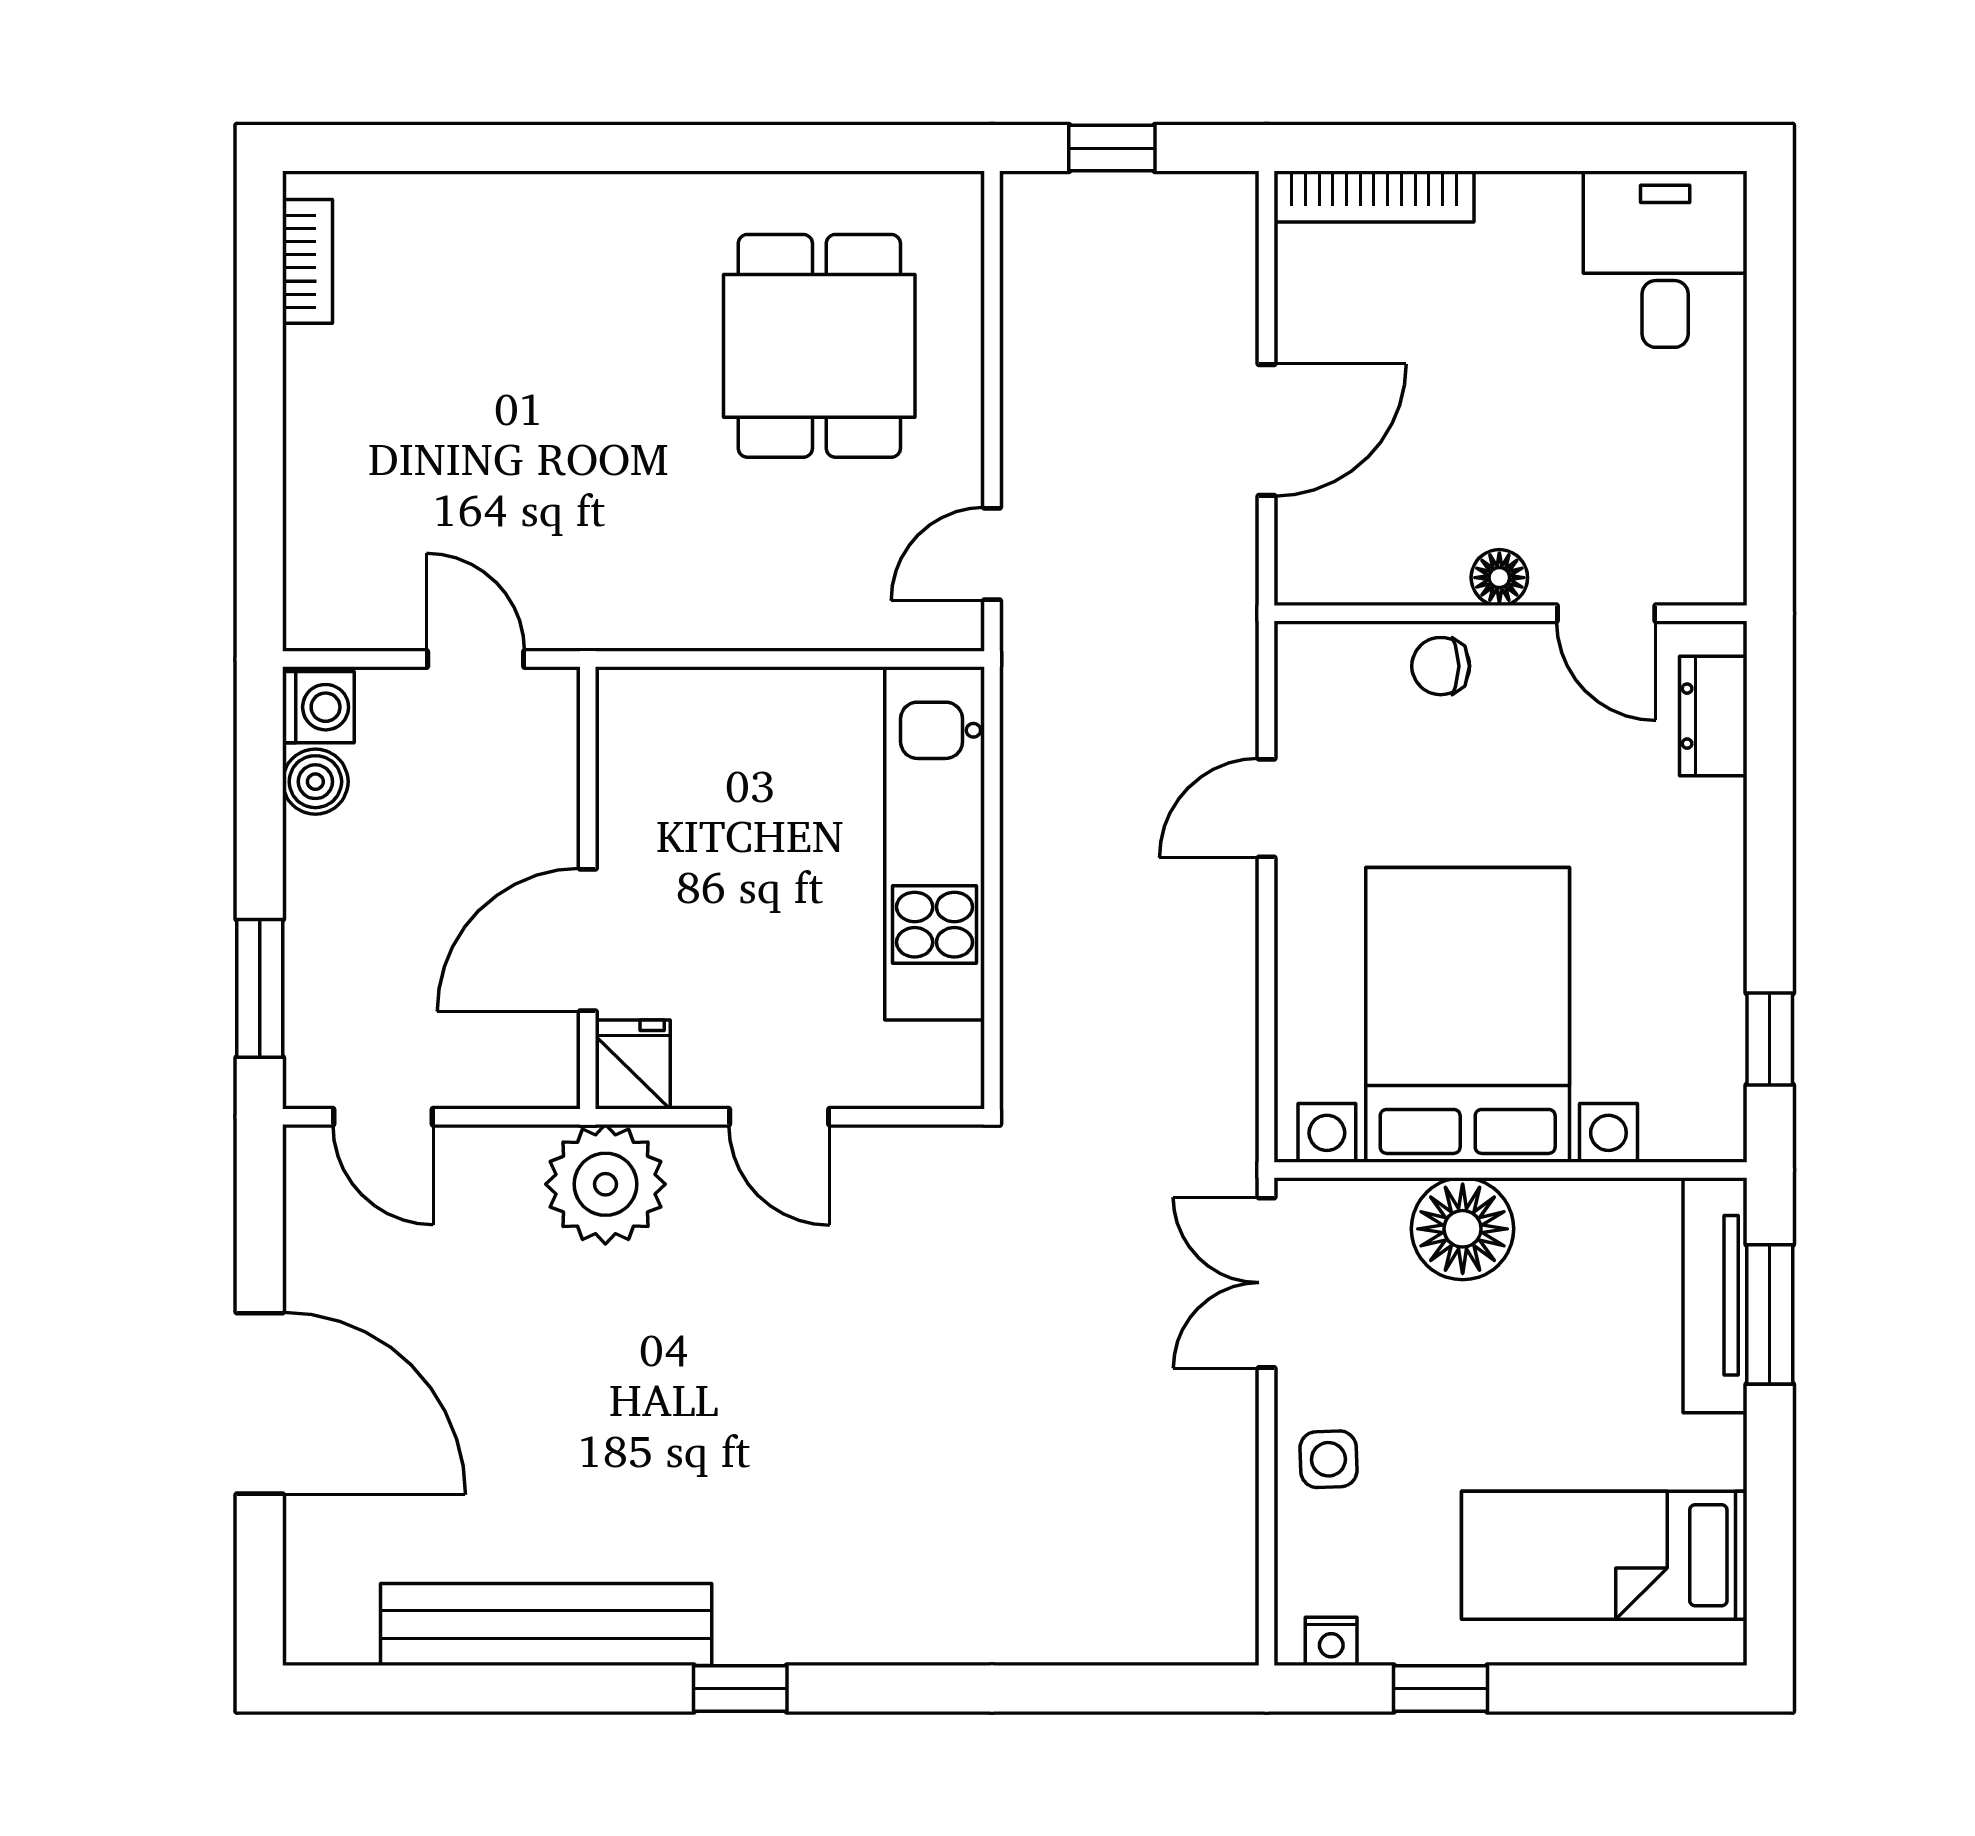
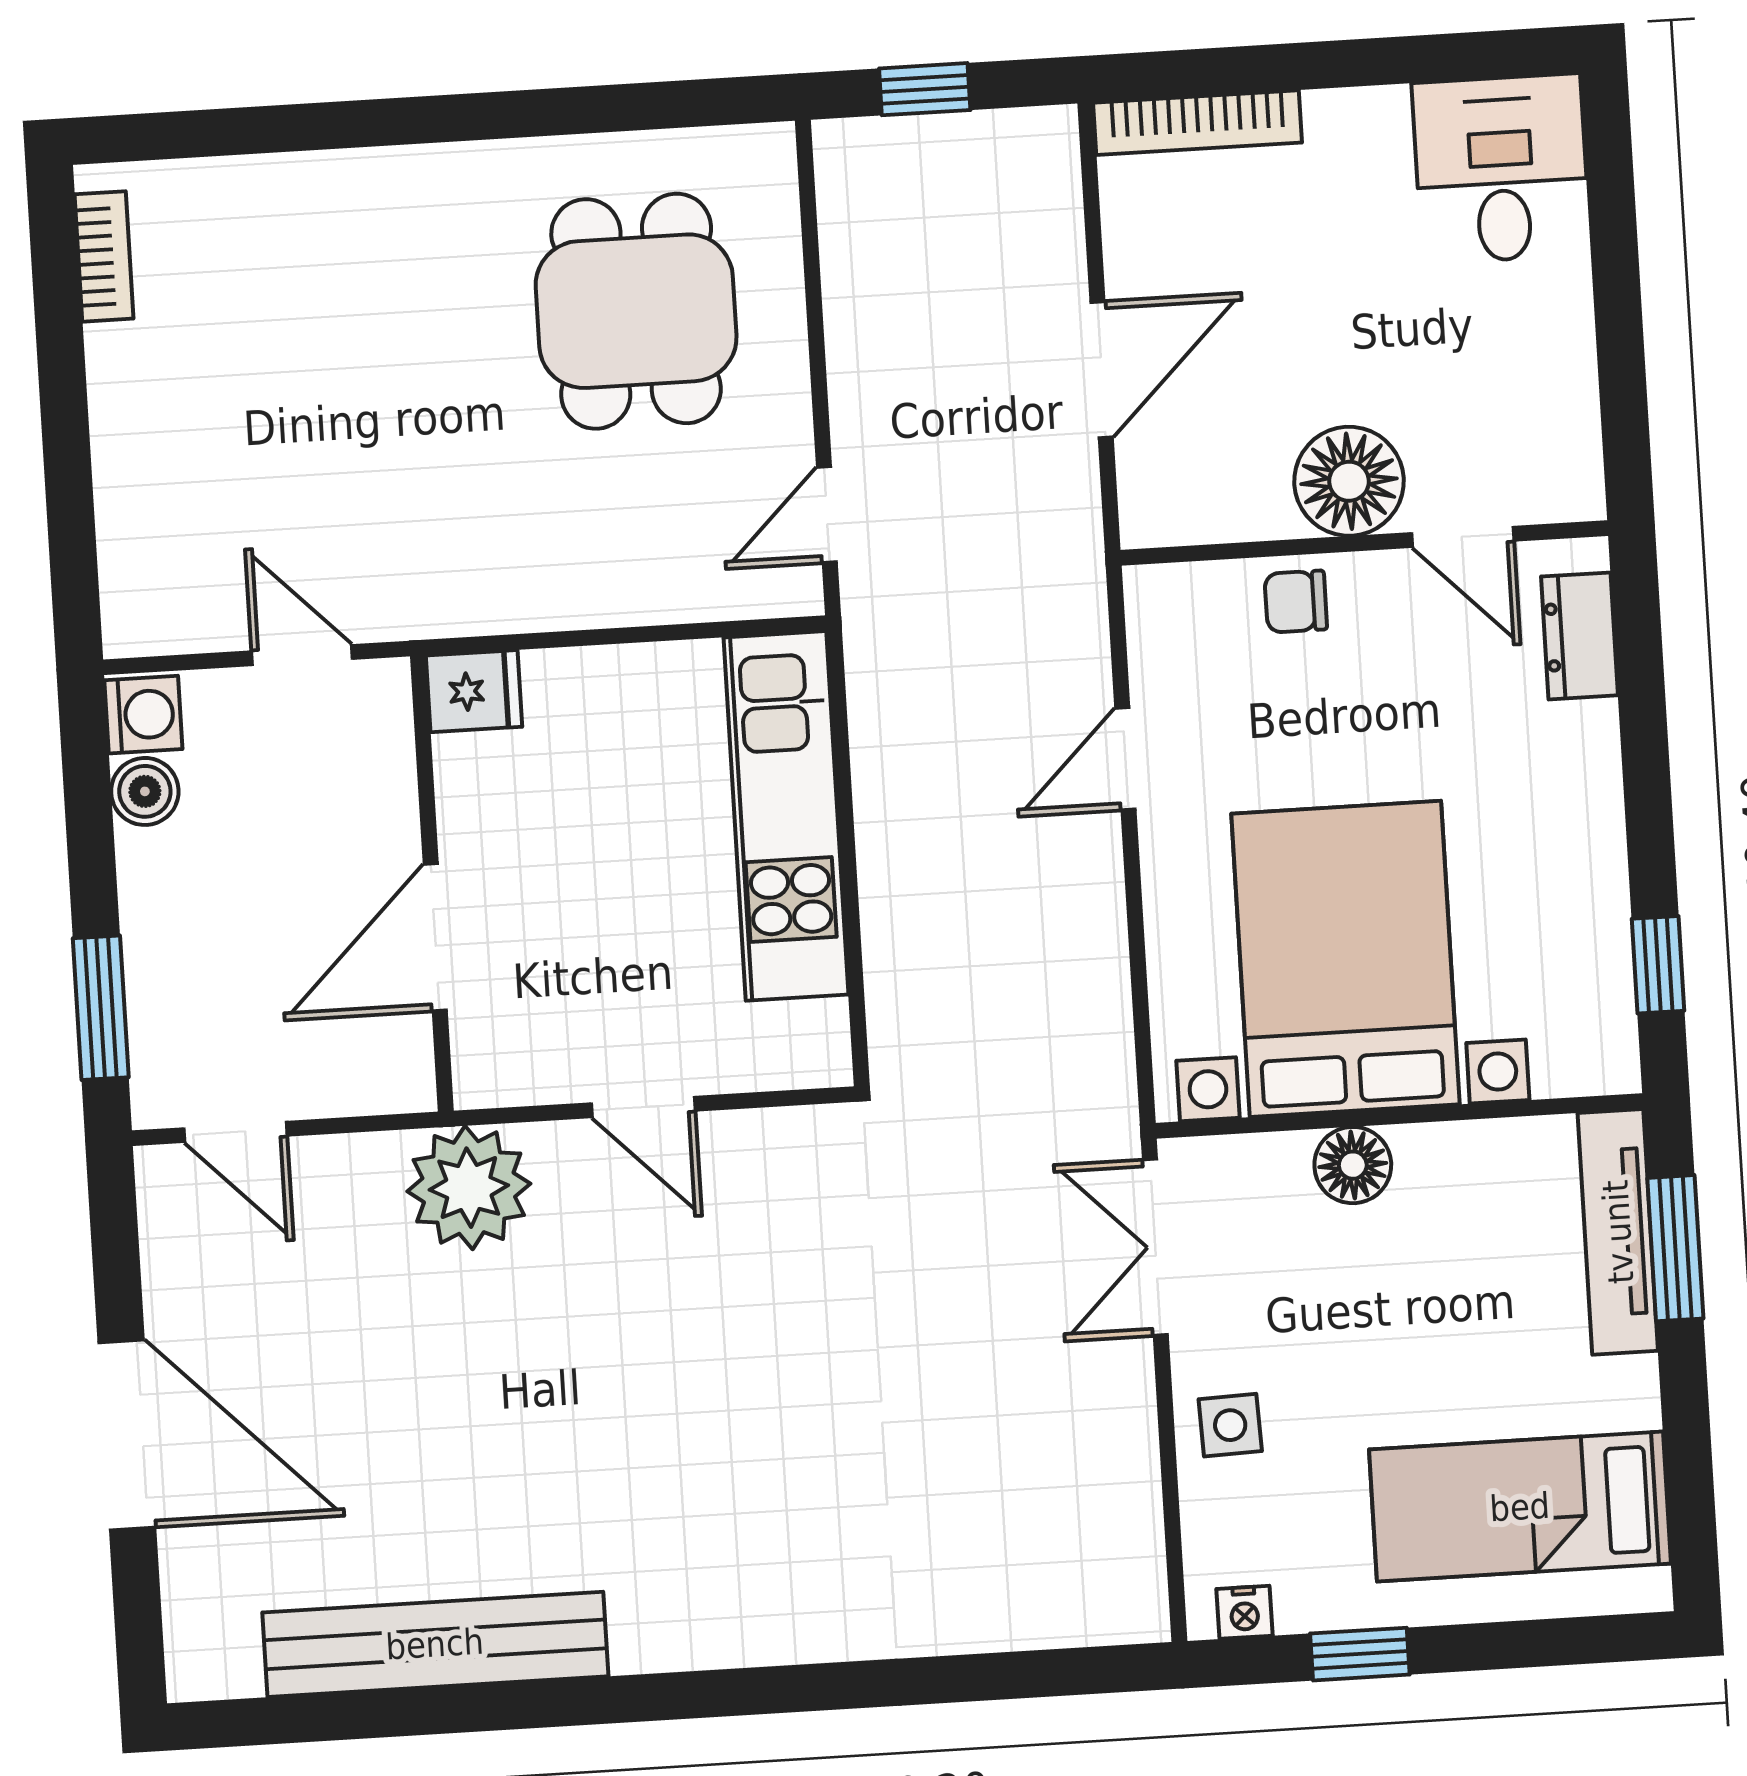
floor lamp: (1499, 578) -> (1349, 481), width x1.89, depth x1.89
fridge: (633, 1064) -> (474, 691), moved, turned 90
floor lamp: (1463, 1229) -> (1353, 1165), width x0.73, depth x0.73
window: (740, 1689) -> (639, 1698), removed

